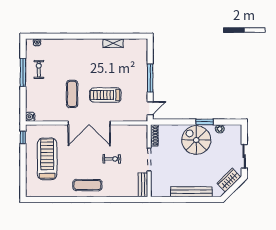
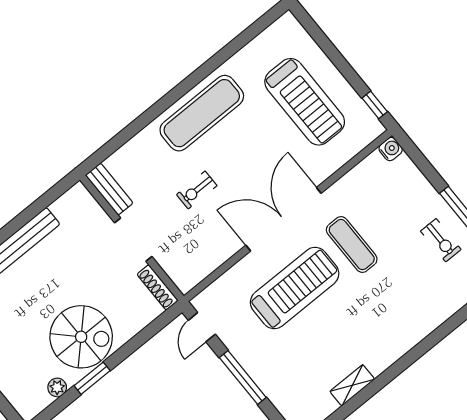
treadmill: (105, 95) -> (295, 288), width x1.37, depth x1.37
exercise mat: (87, 185) -> (202, 113), width x1.36, depth x1.45

